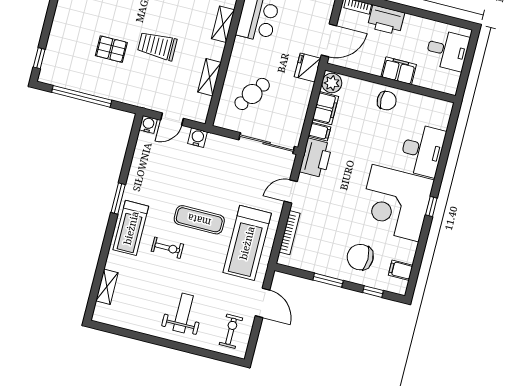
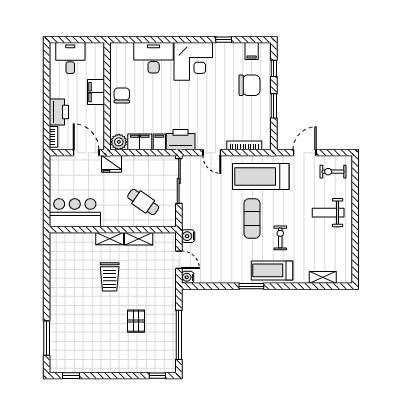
shelving: (223, 24) -> (110, 239), moved
trolley: (157, 46) -> (110, 277), moved
corner desk: (396, 203) -> (193, 61), width x0.74, depth x0.74
window: (431, 206) -> (224, 40), moved
treadmill: (131, 228) -> (272, 270), turned 180
treadmill: (247, 243) -> (261, 177), turned 180
chair: (360, 257) -> (249, 85), turned -90

